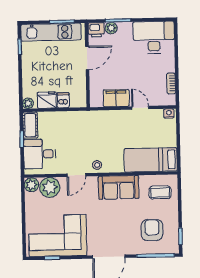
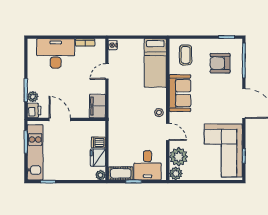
desk: (154, 37) -> (56, 53), moved, turned 90
filing cabinet: (116, 98) -> (97, 106), moved

